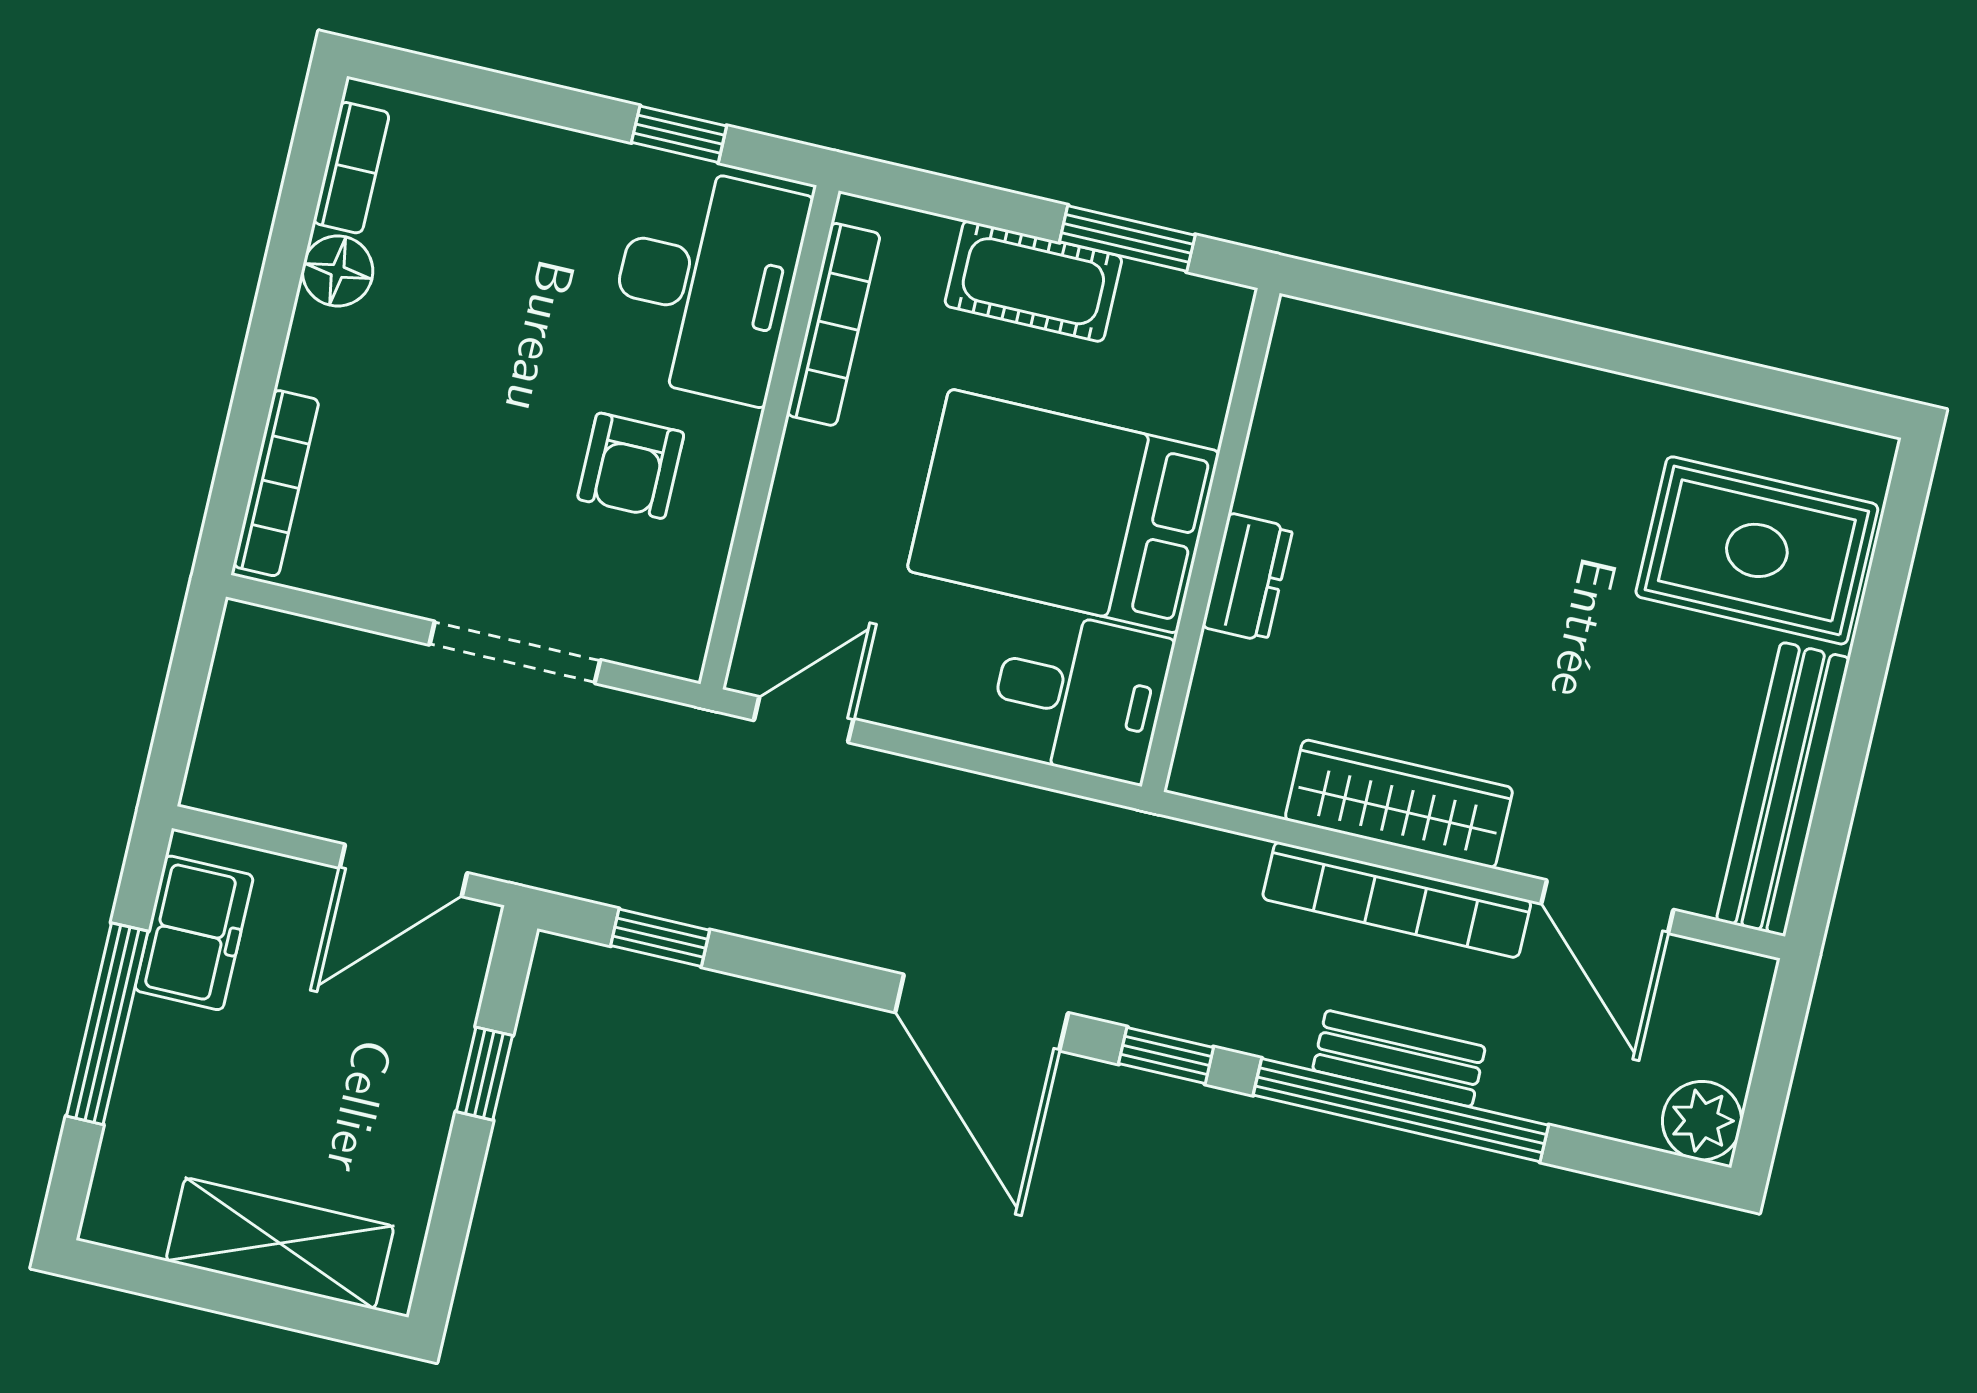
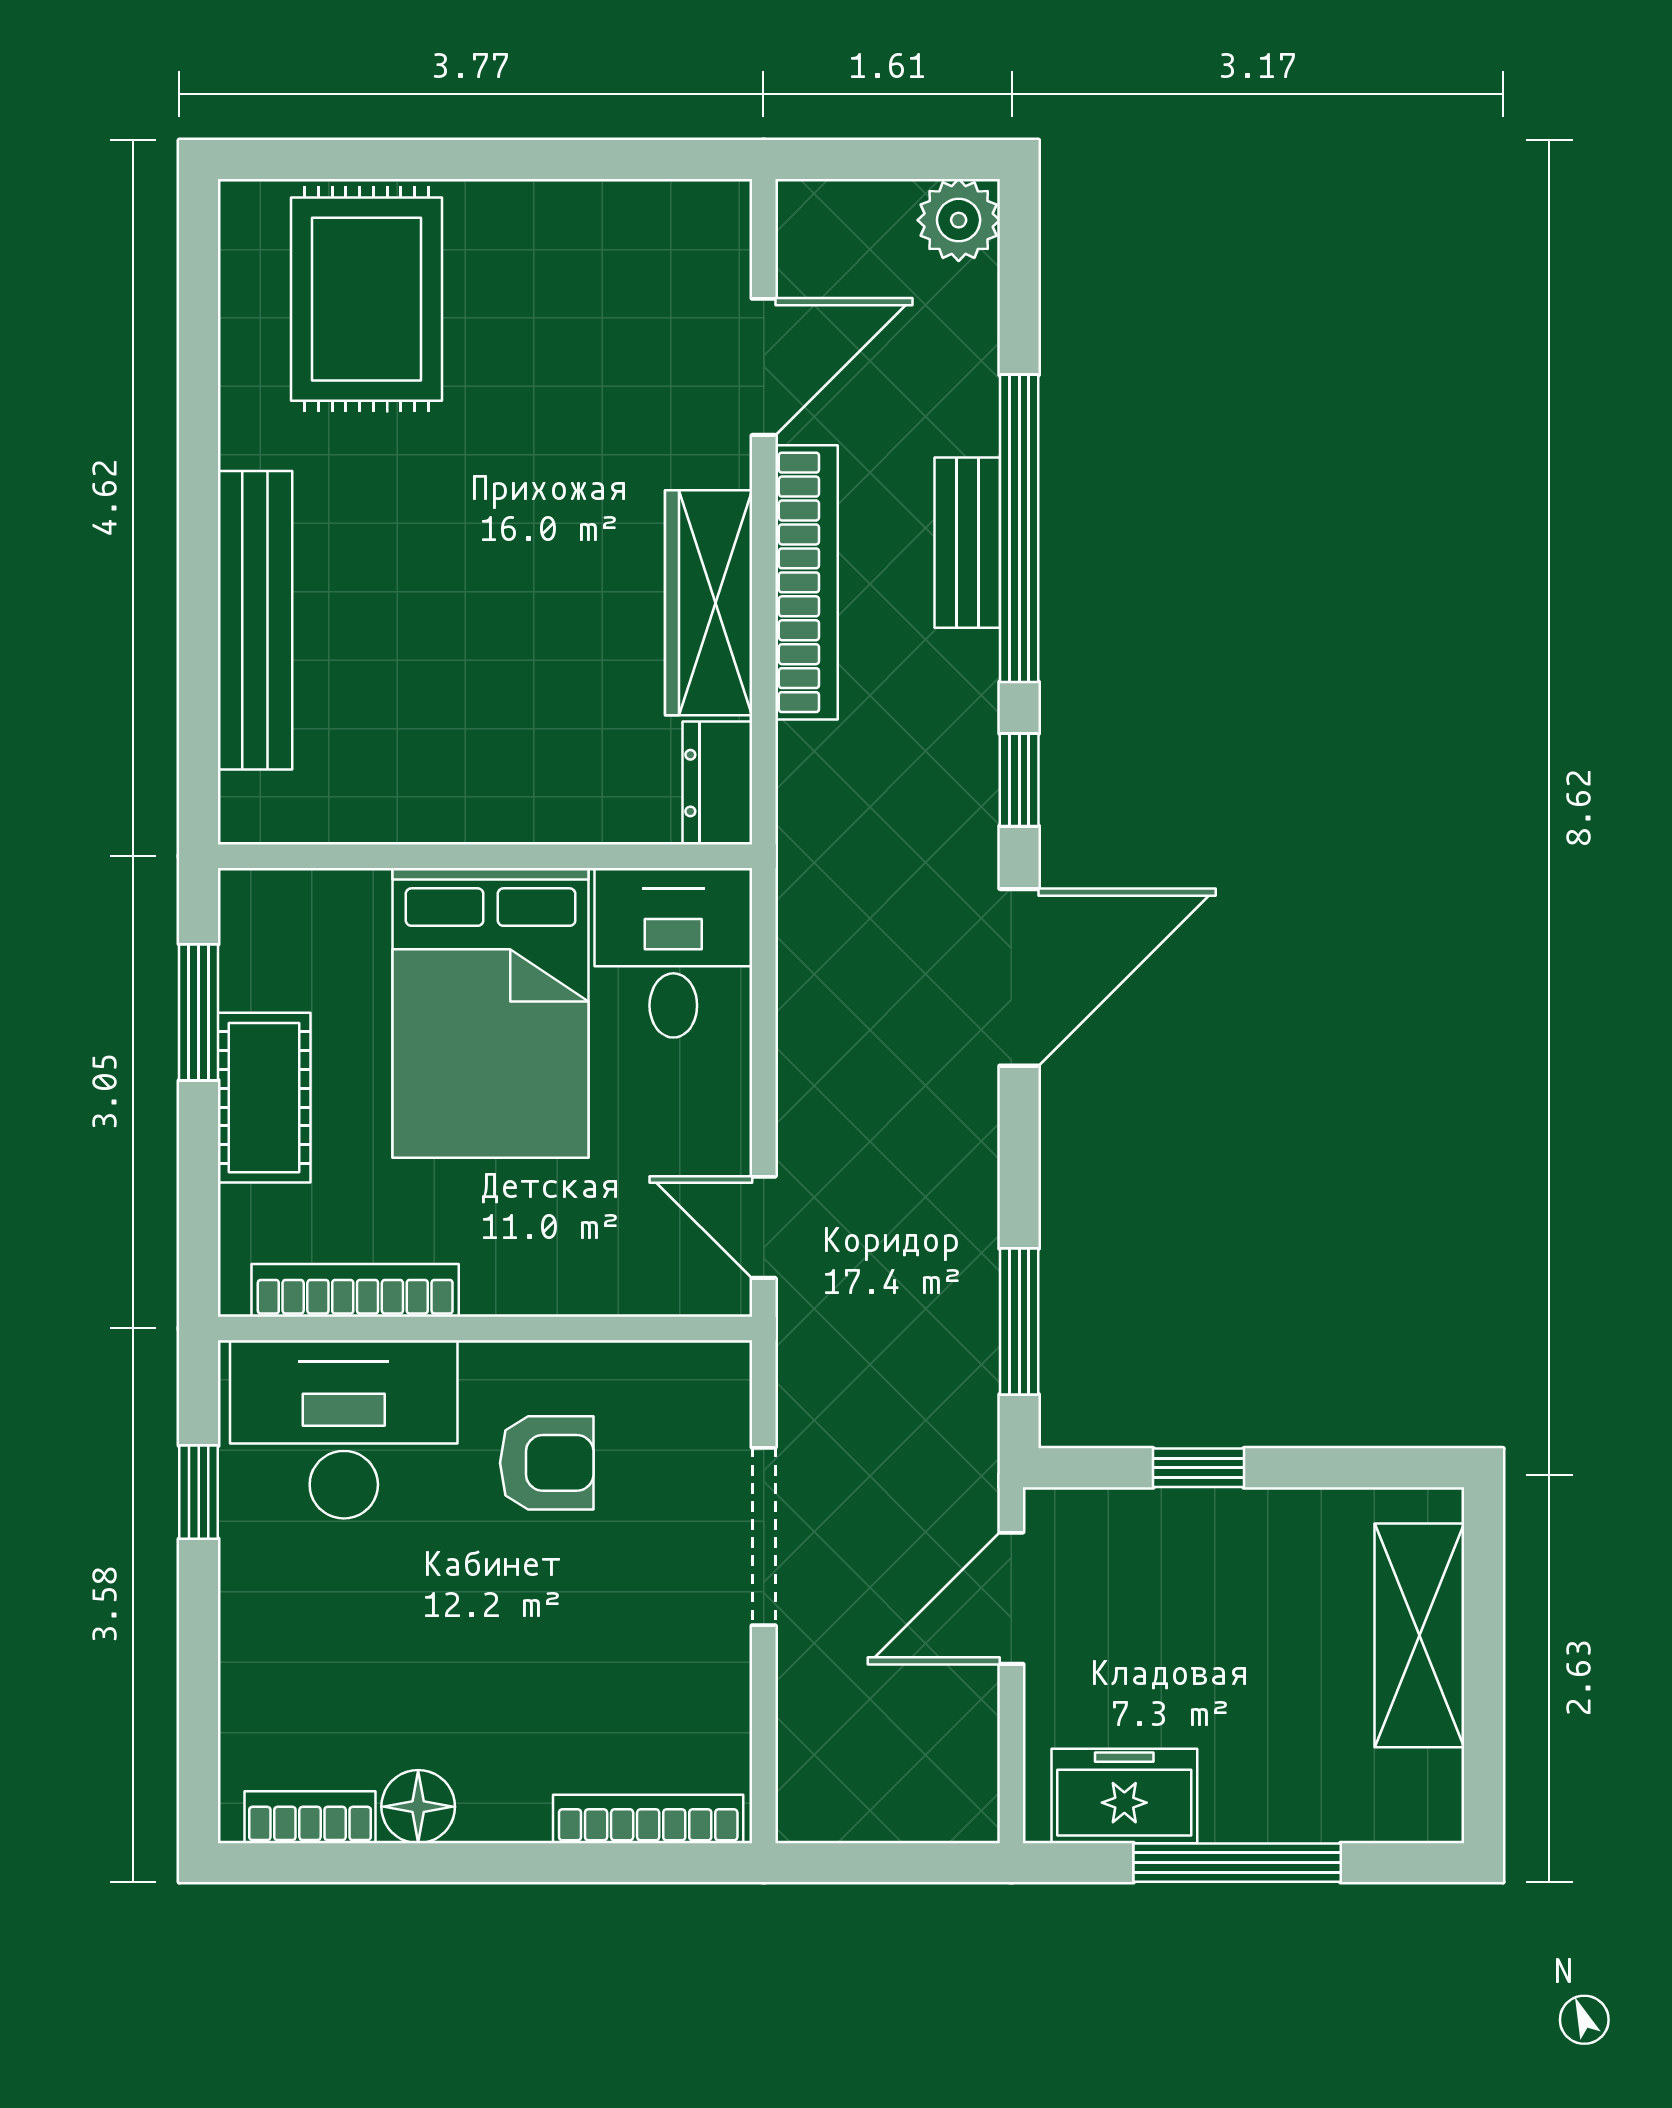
dresser: (1248, 577) -> (717, 783), moved, turned -90
bench: (1783, 789) -> (255, 620), moved, turned 90
door: (403, 870) -> (1011, 1598), swing flipped
window: (660, 938) -> (1019, 1321), width x1.50

